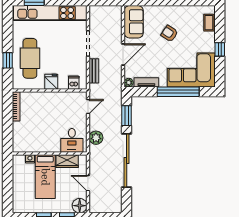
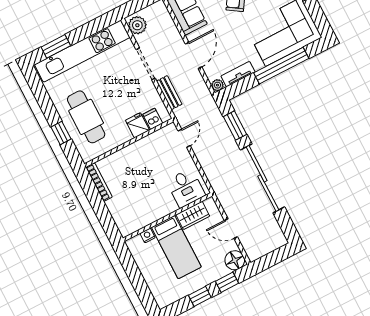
fridge: (51, 82) -> (137, 125), moved
plant: (96, 138) -> (137, 25), moved

